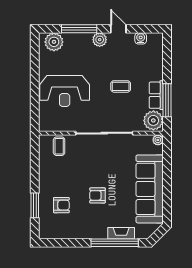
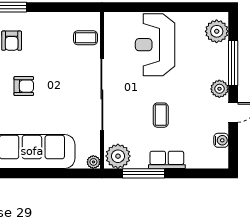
row of seats: (156, 95) -> (167, 160), moved
armchair: (98, 195) -> (24, 86), turned 90

